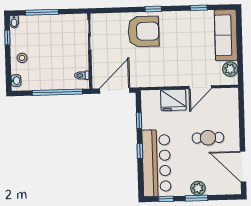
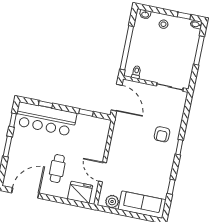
armchair: (143, 31) -> (162, 134), width x0.53, depth x0.53
fridge: (173, 100) -> (80, 192), moved, turned 90
window: (140, 151) -> (46, 104), moved
plant: (198, 188) -> (16, 150), removed

